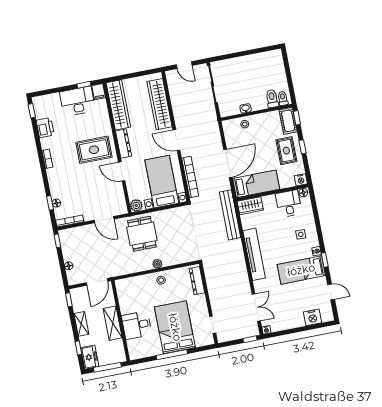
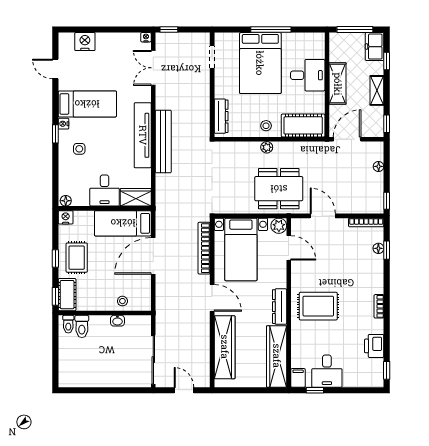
desk: (78, 101) -> (327, 371), width x0.73
door: (122, 171) -> (289, 248), moved
desk: (289, 204) -> (105, 191), moved
bench: (230, 215) -> (163, 141), moved
dining table: (142, 234) -> (279, 189), width x1.38
window: (325, 260) -> (55, 134), moved
cot: (133, 286) -> (303, 125), added

